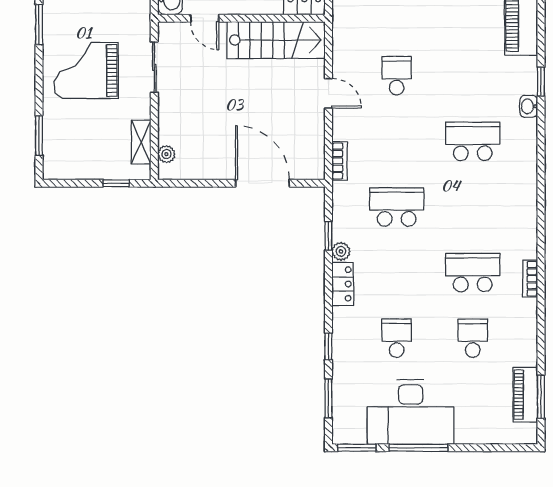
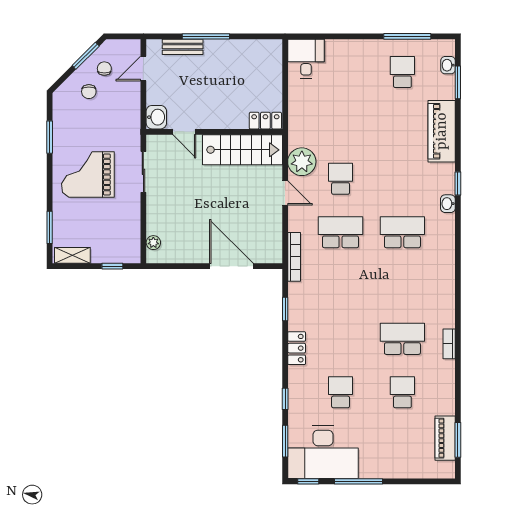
shelving: (141, 142) -> (72, 255), moved, turned 90
bookcase: (340, 161) -> (294, 257), width x1.56
school desk: (397, 207) -> (341, 232), moved
plant: (341, 251) -> (302, 162), moved, width x1.88, depth x1.88
desk: (411, 412) -> (323, 452), moved
window: (357, 448) -> (308, 481), width x0.67

